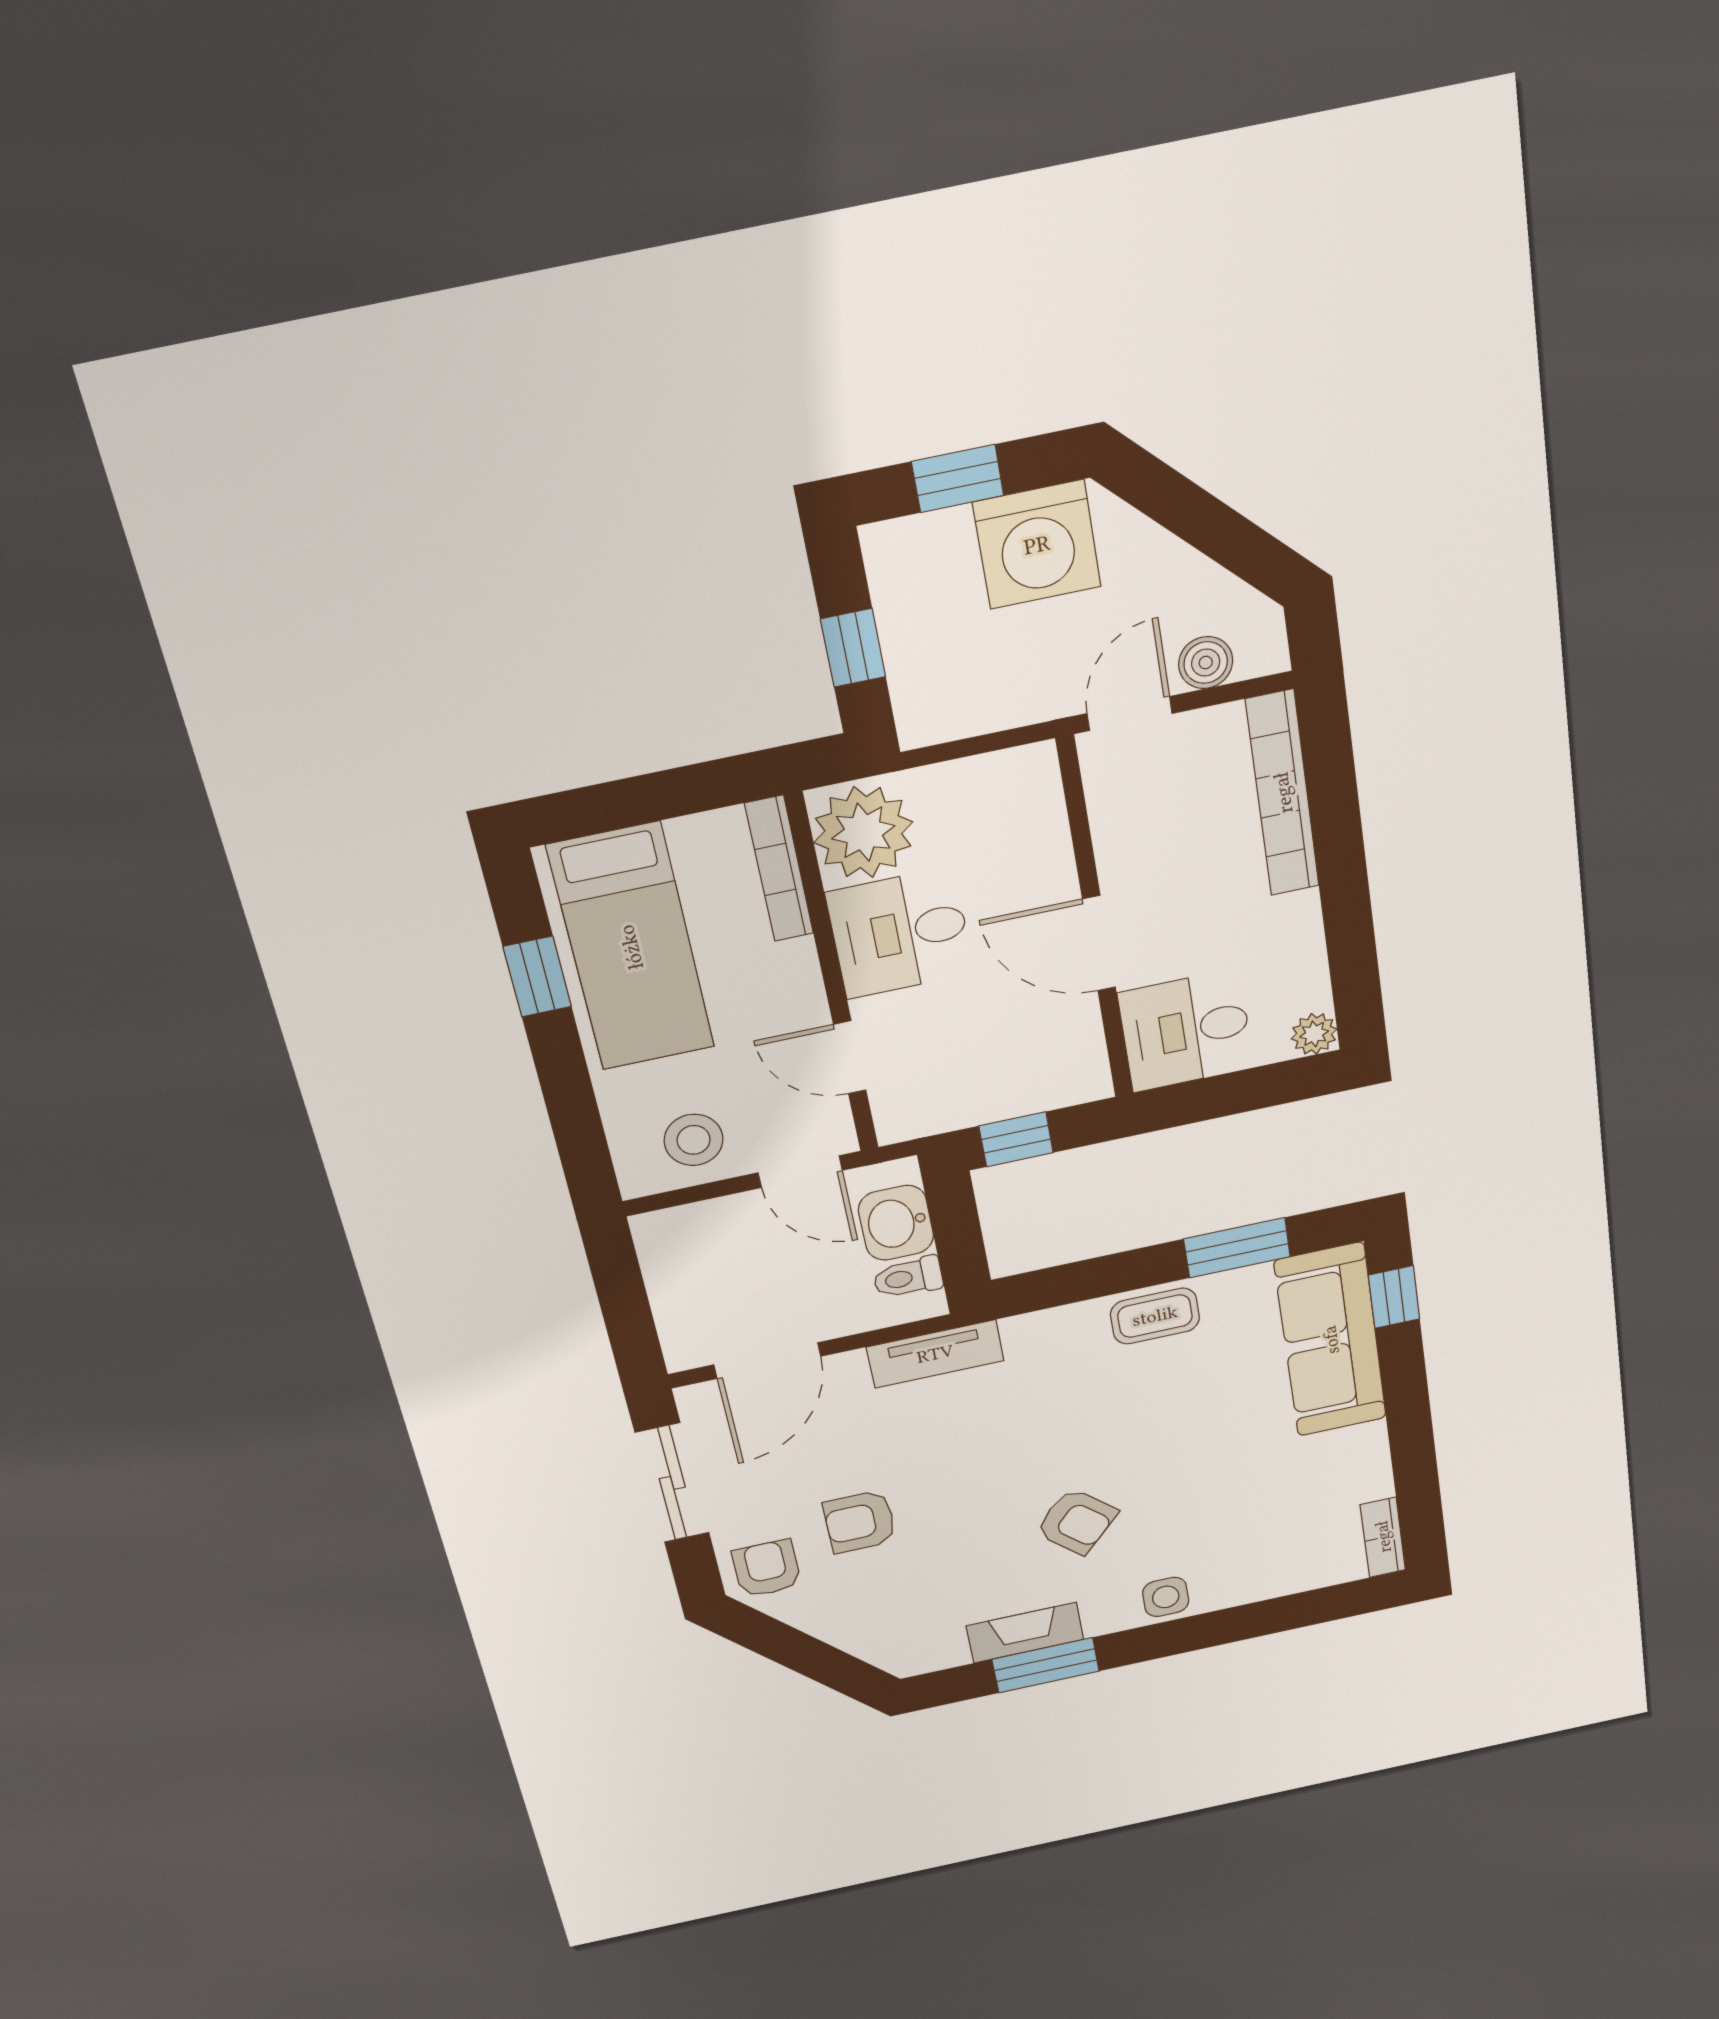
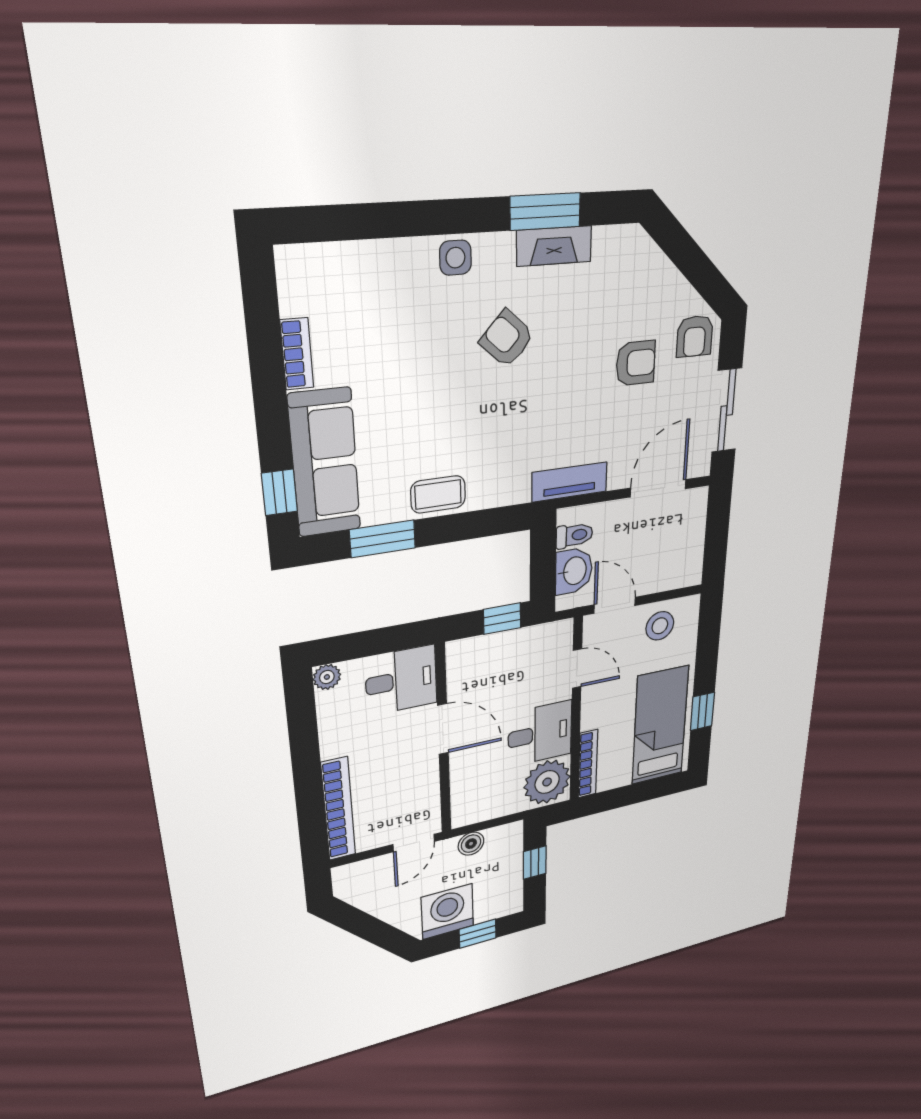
boiler: (1206, 663) -> (471, 844), moved
bookcase: (1383, 1537) -> (297, 354), moved

